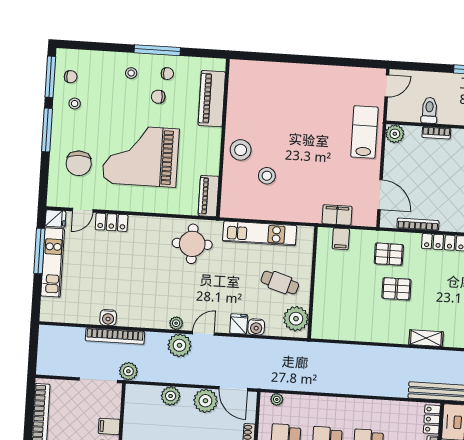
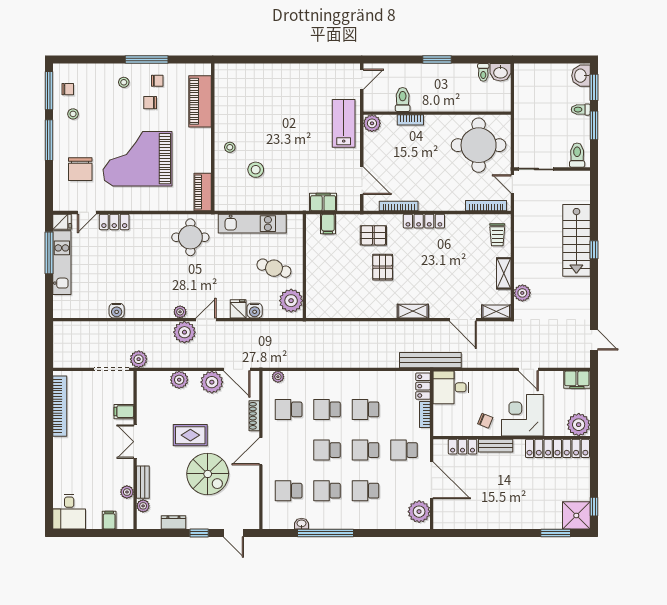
stool: (241, 150) -> (230, 147), width x0.53, depth x0.53
pallet: (396, 289) -> (383, 267), turned 90
bookcase: (115, 336) -> (124, 327), removed

